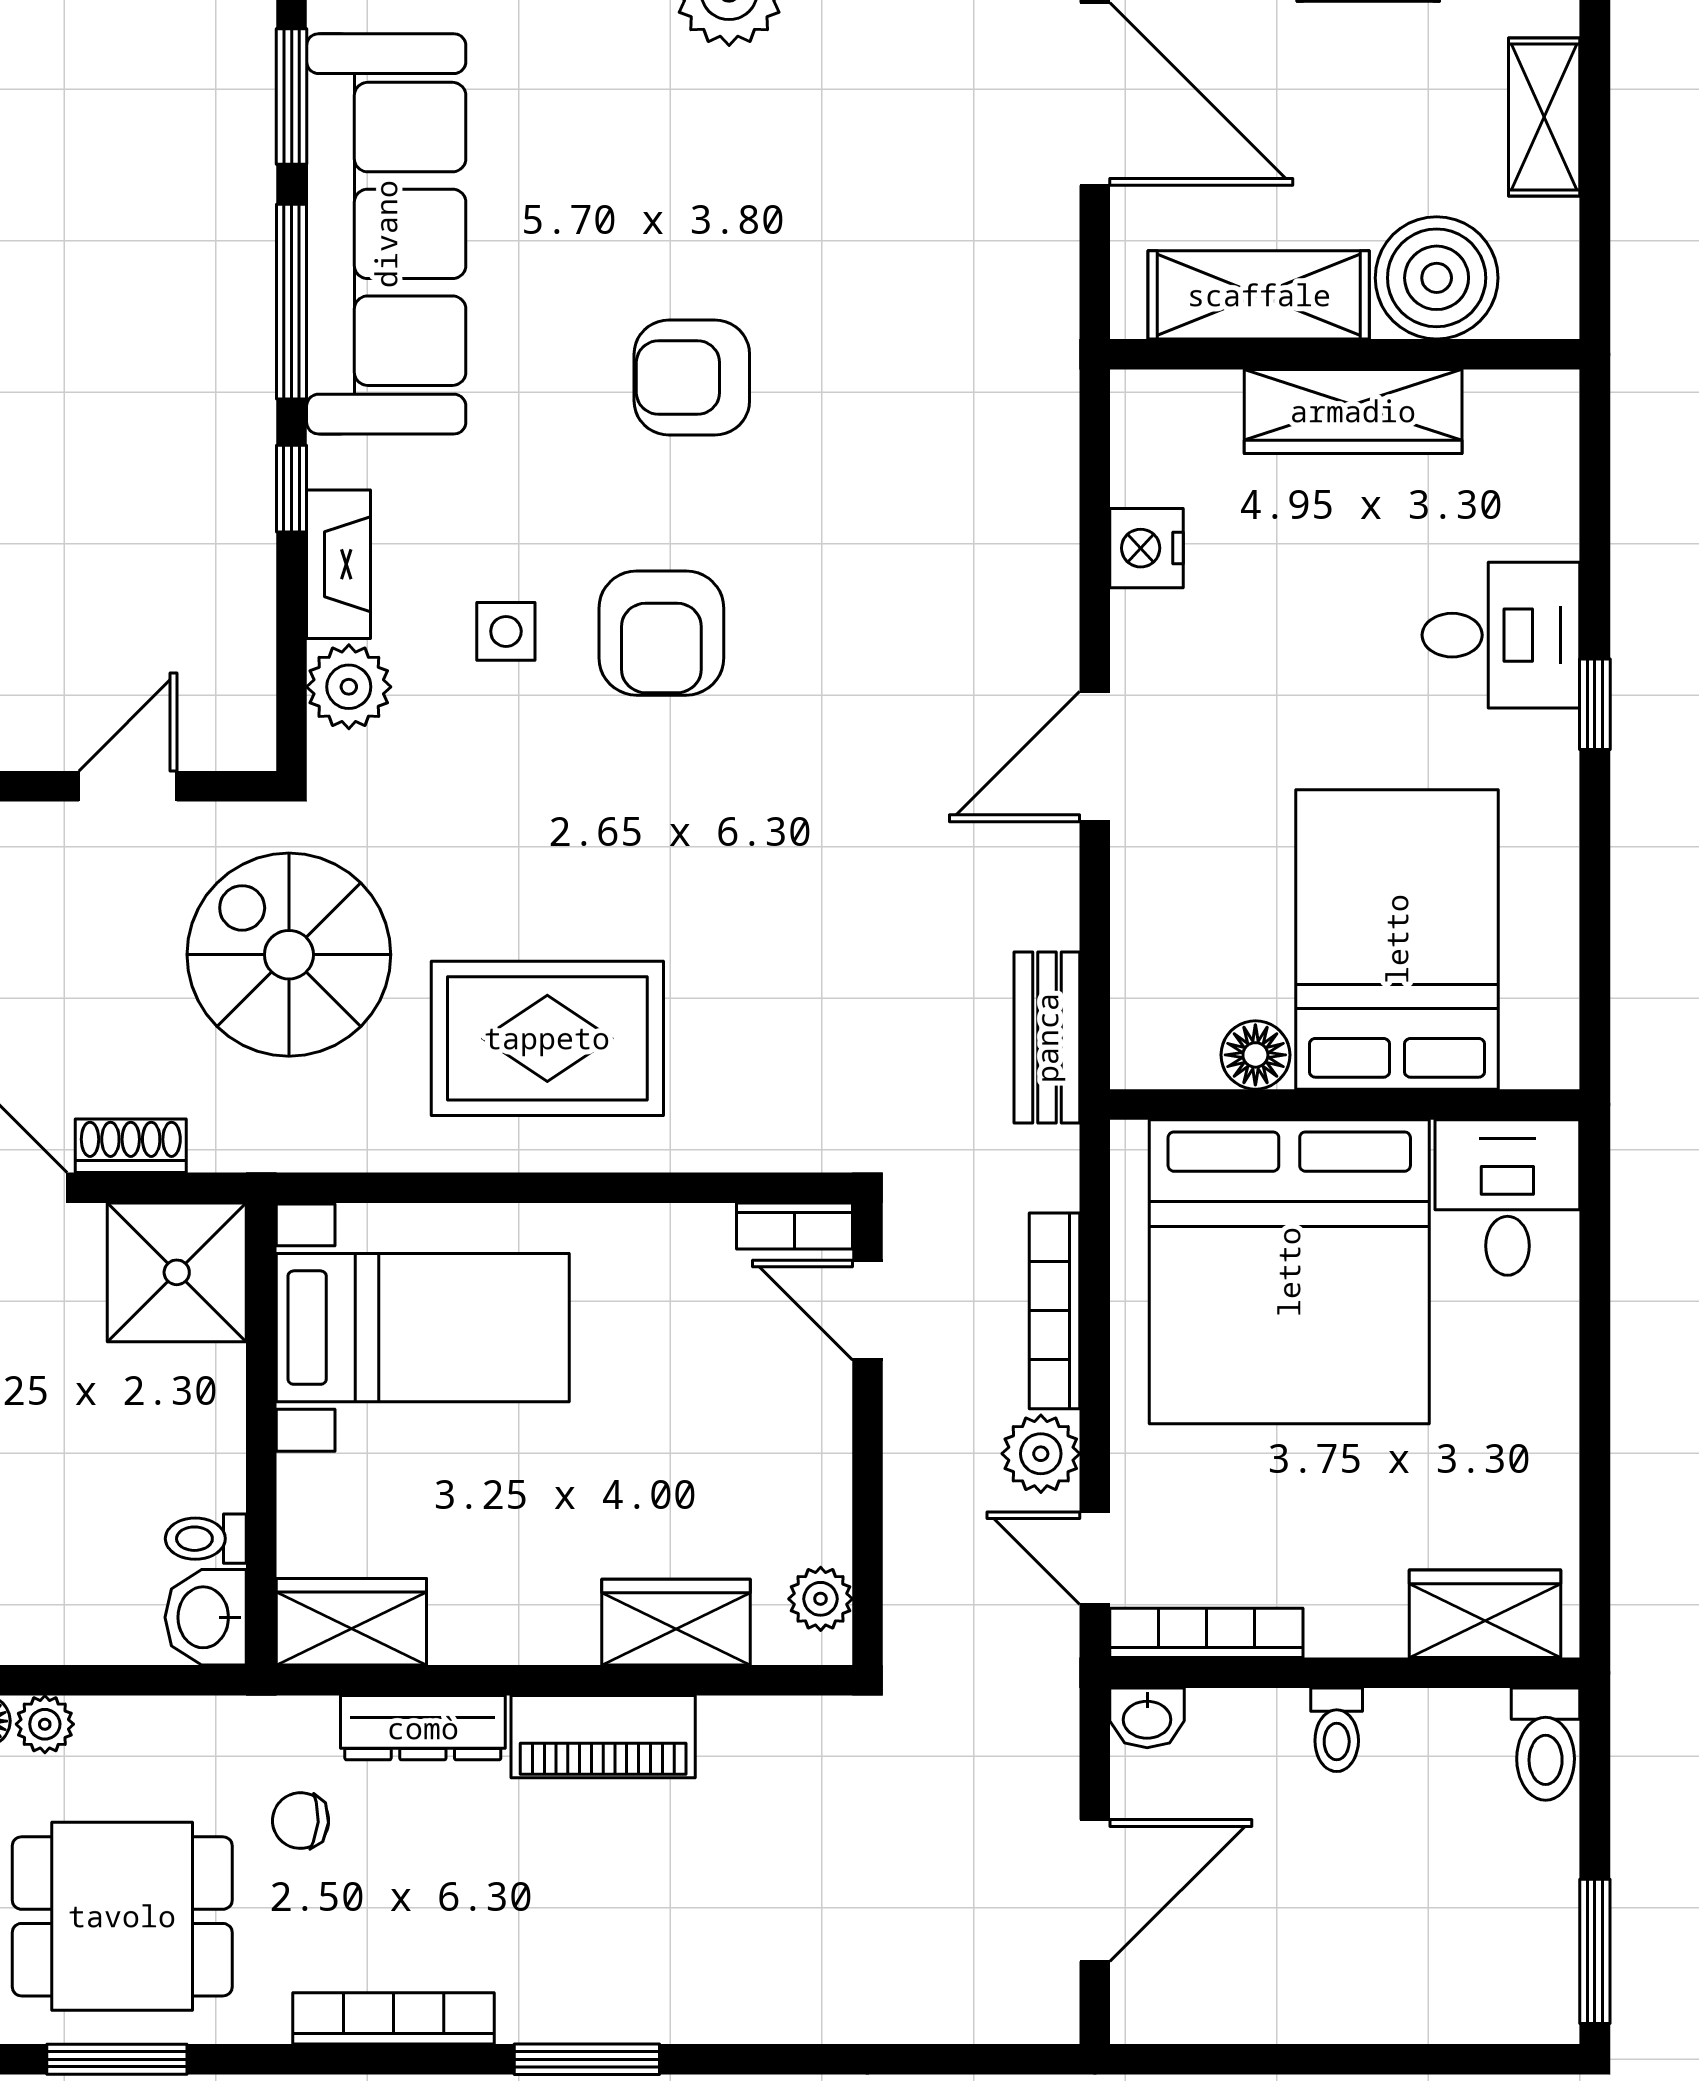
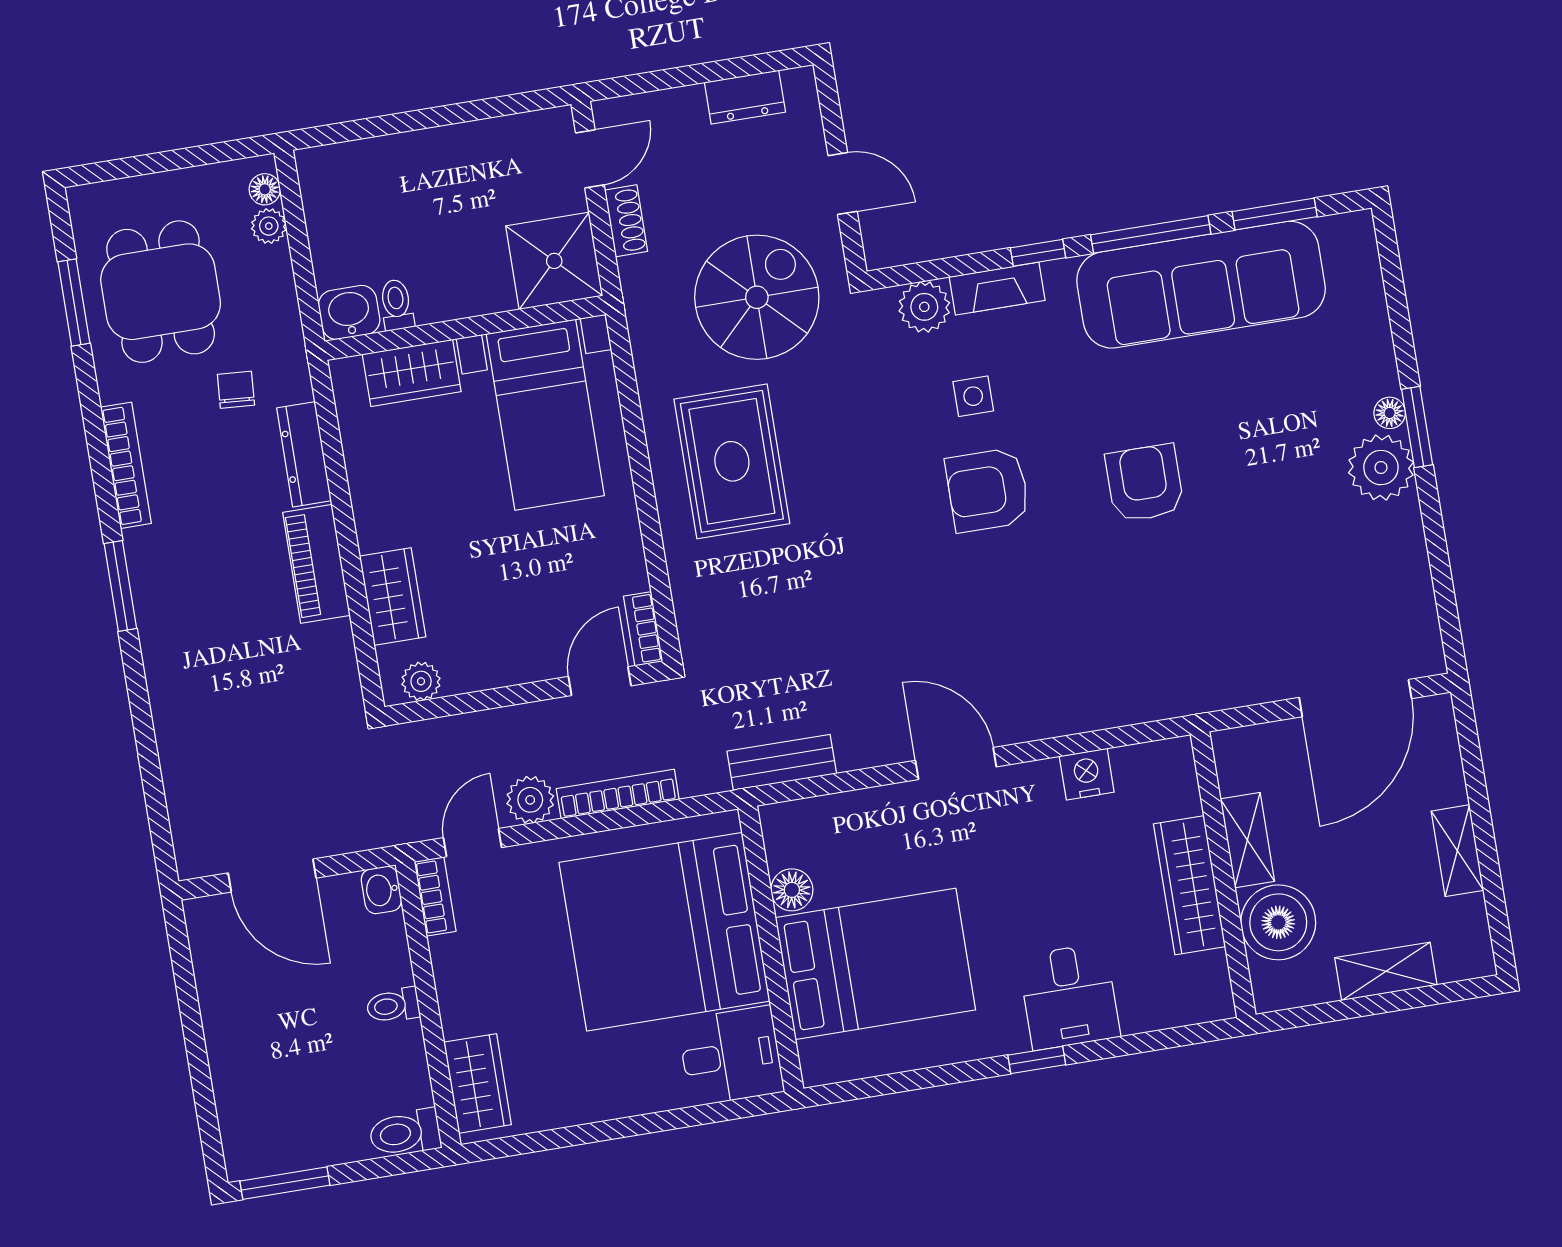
shelving: (1259, 295) -> (1247, 840), width x0.67, depth x0.75
wardrobe: (351, 1622) -> (412, 373), moved, turned 90
bookcase: (1206, 1633) -> (435, 896), width x0.64

